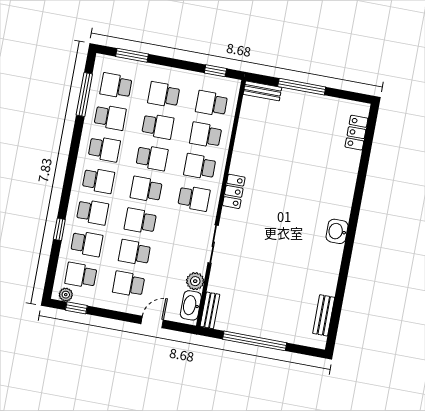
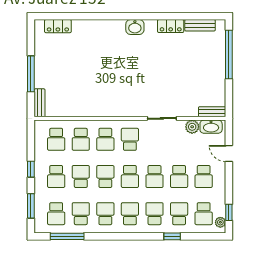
window: (215, 71) -> (31, 169), moved
locker: (234, 191) -> (171, 26), moved, turned 180
window: (255, 341) -> (229, 54), moved

